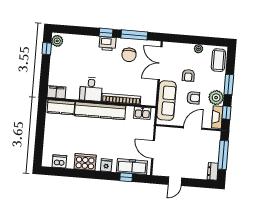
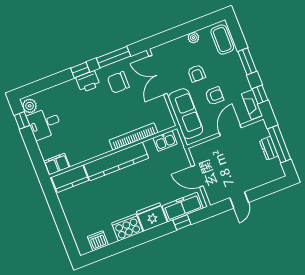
chair: (129, 55) -> (118, 82), turned 90
desk: (91, 89) -> (44, 123), moved, turned 90
plant: (216, 98) -> (240, 83), removed
fridge: (106, 165) -> (152, 217), width x1.88, depth x1.34
dresser: (213, 171) -> (269, 148), moved

